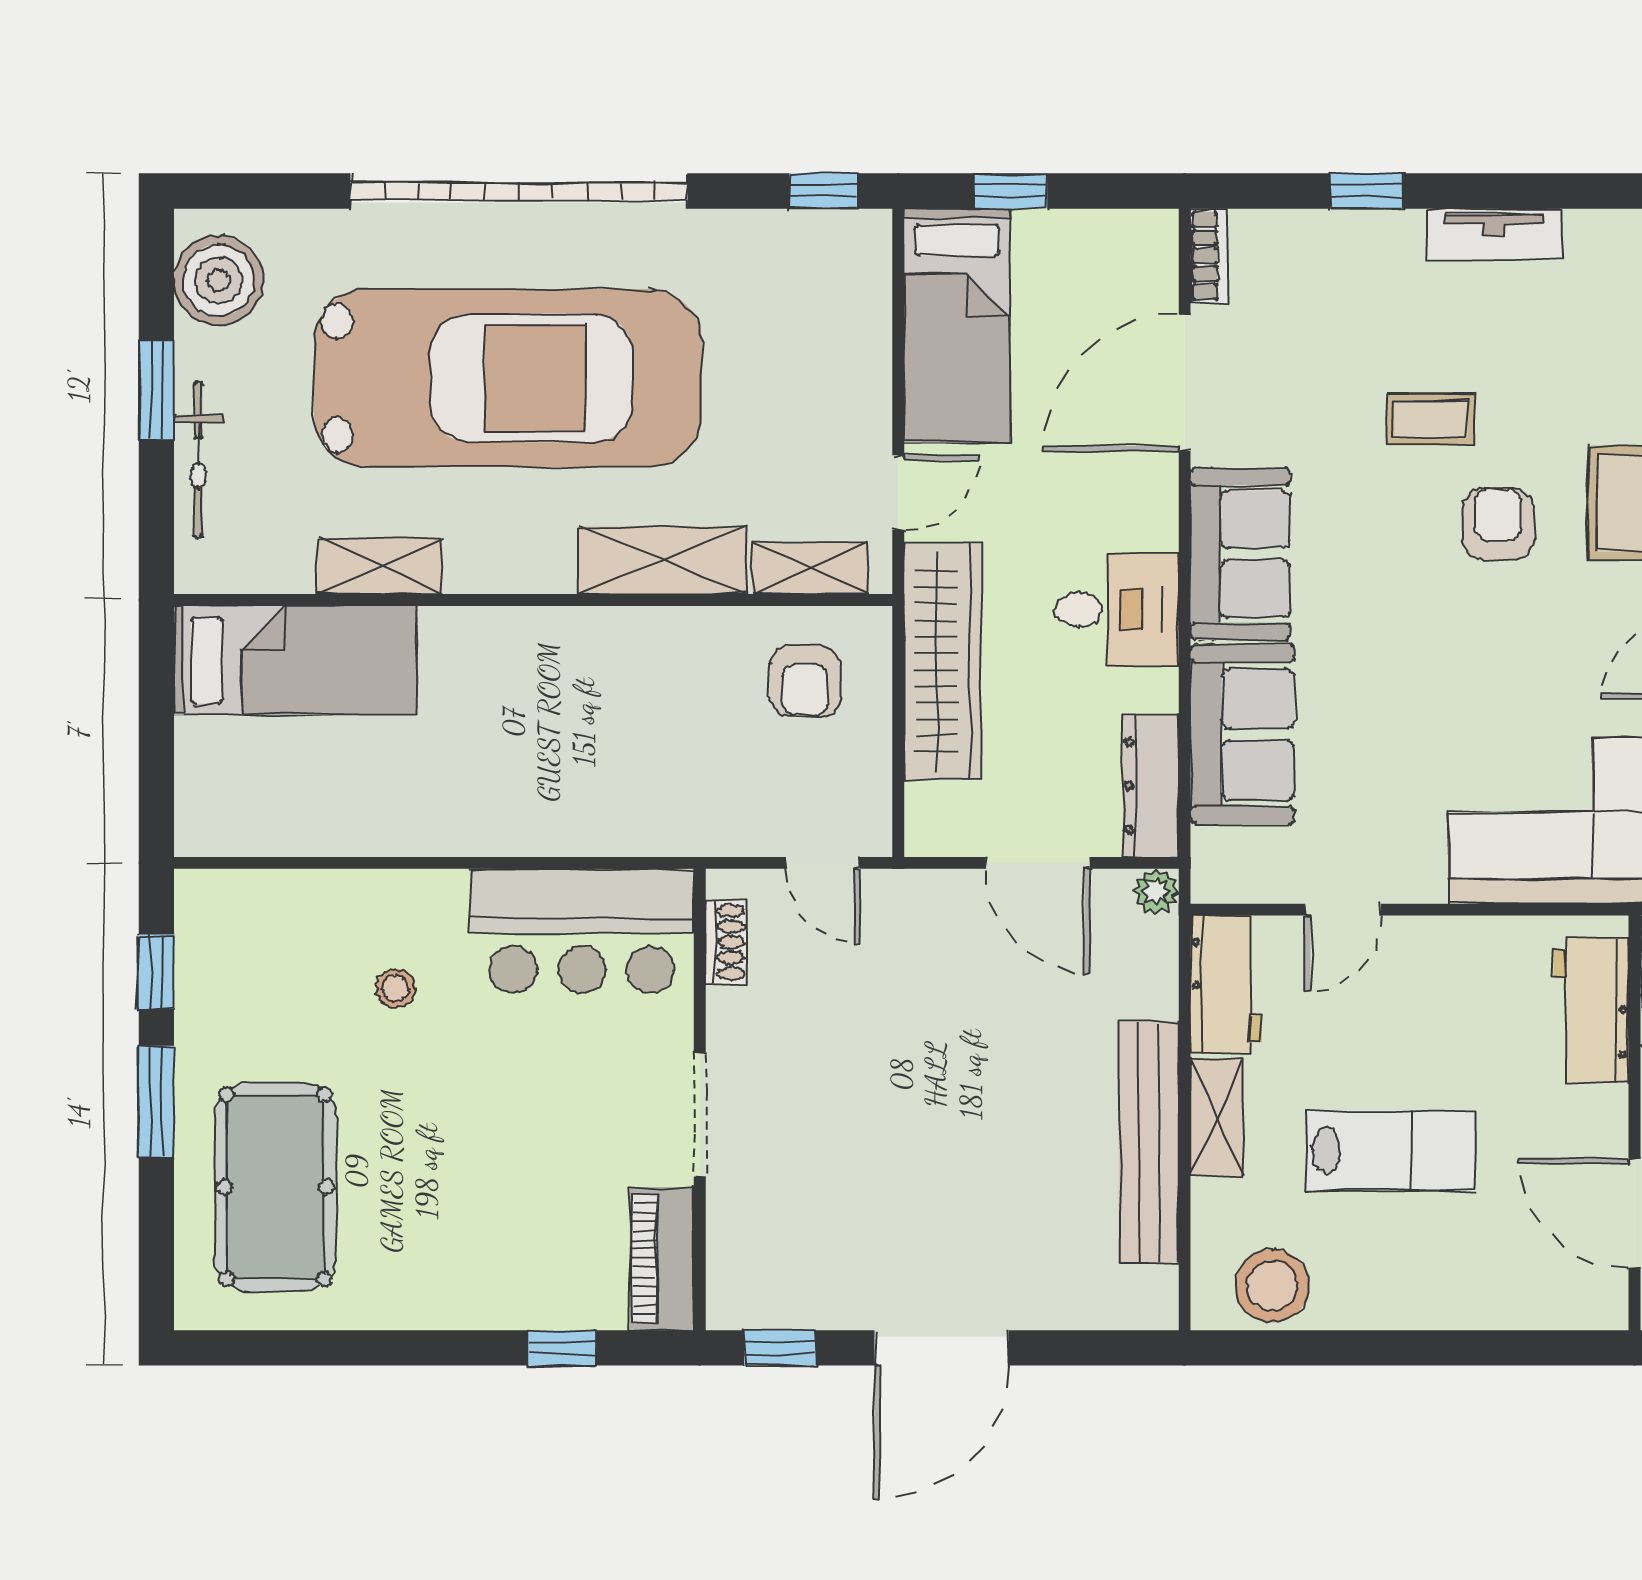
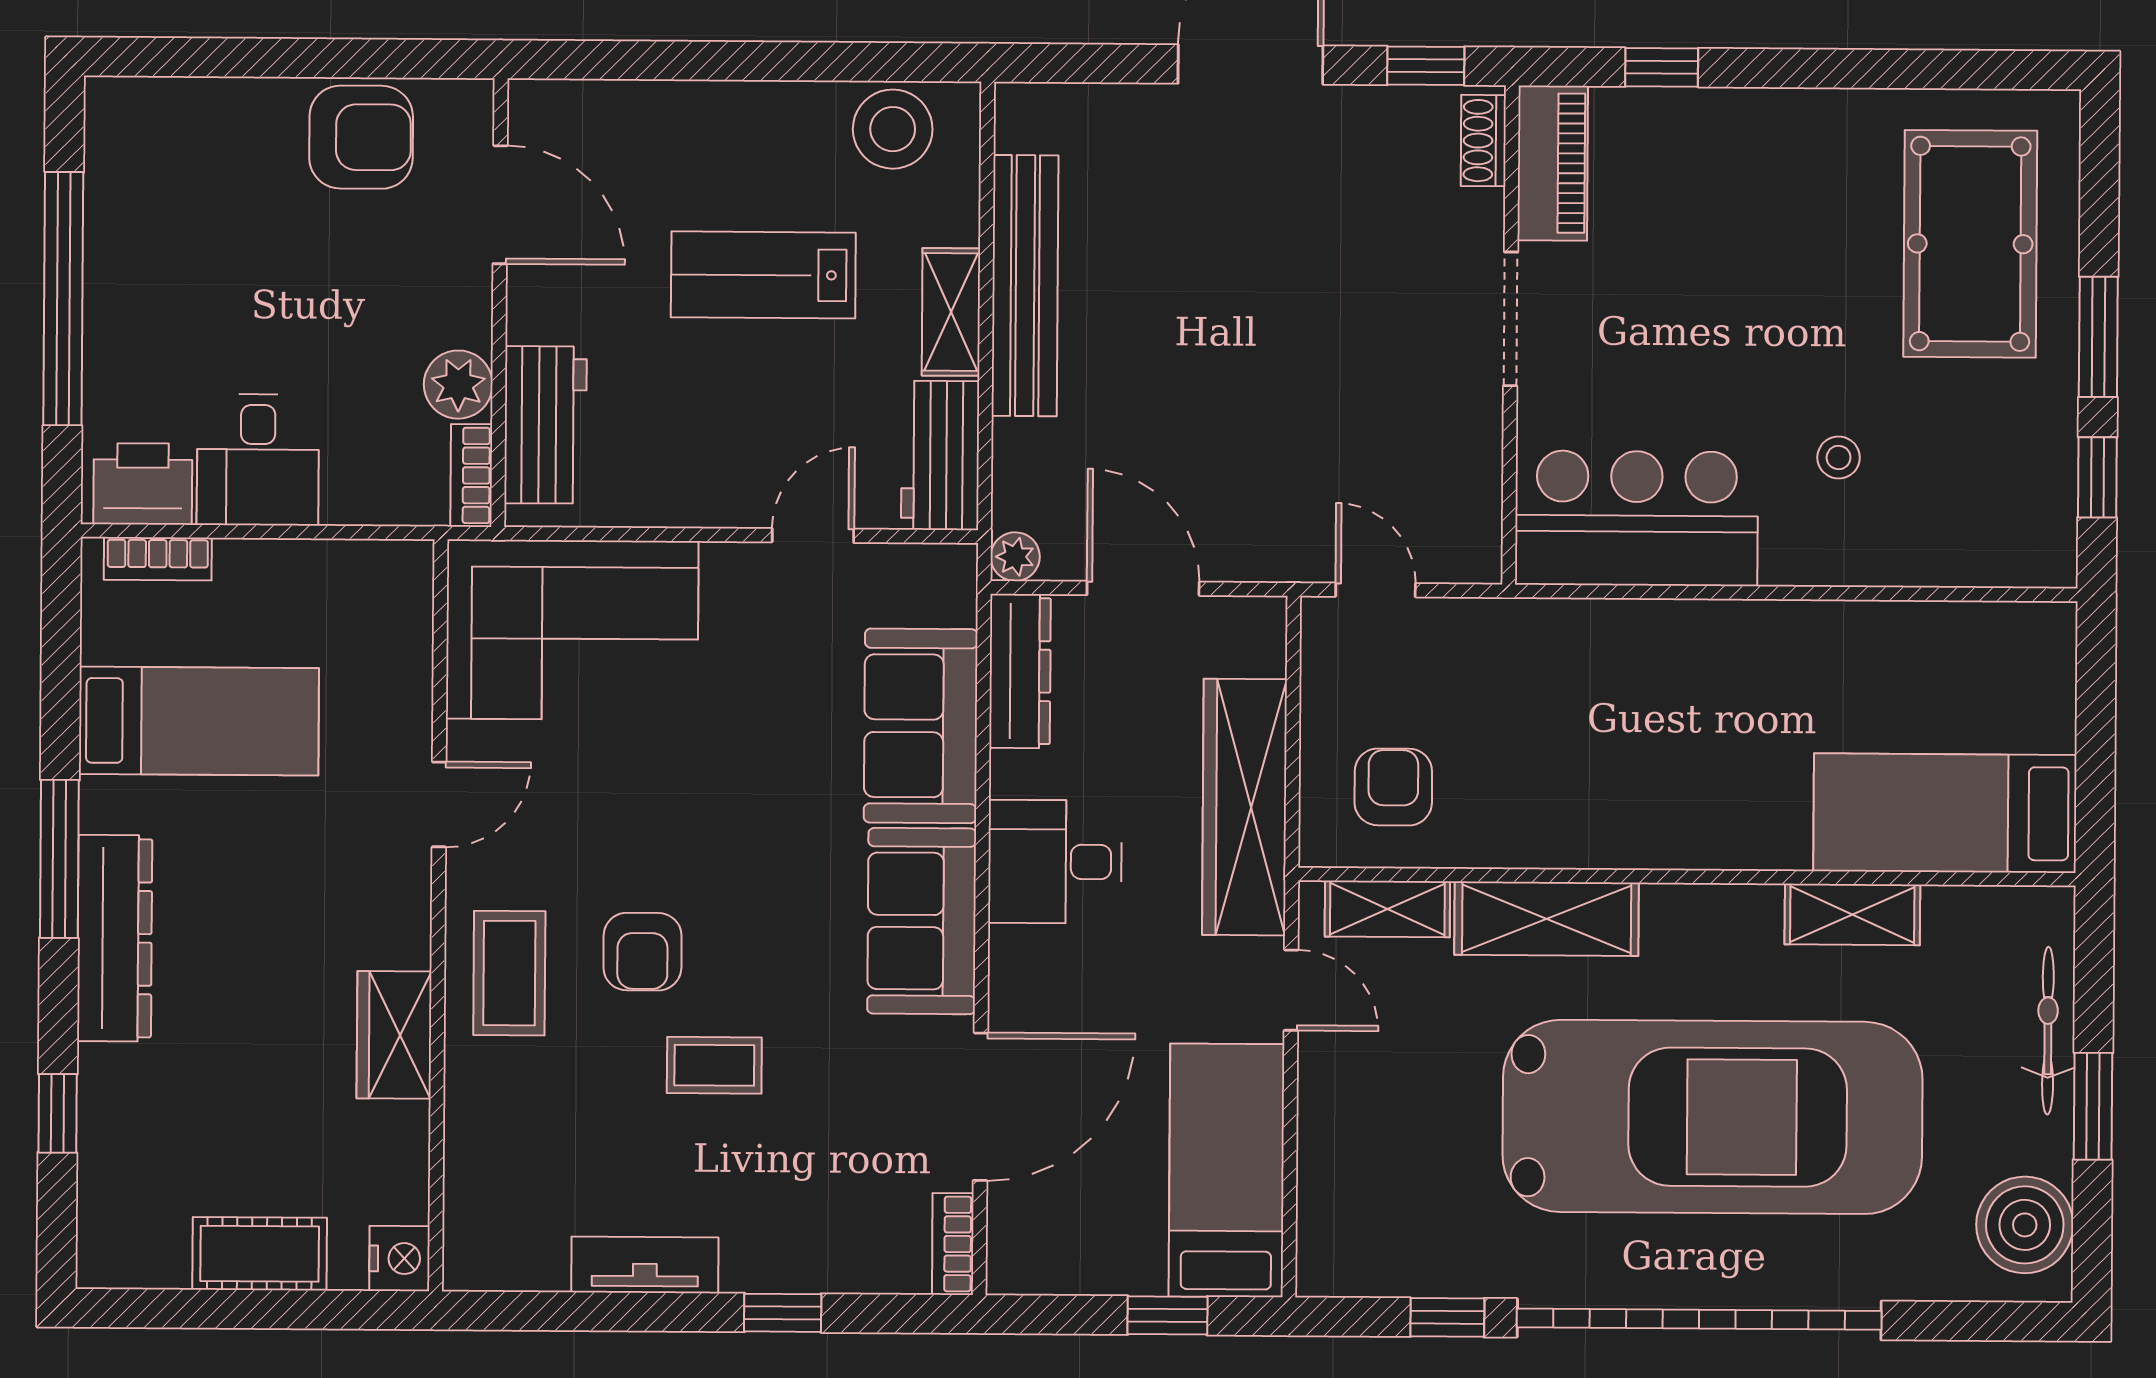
window: (823, 191) -> (1447, 1317), moved
car: (508, 378) -> (1712, 1117), turned 180
door: (898, 492) -> (1291, 990), swing flipped
shoe rack: (726, 942) -> (1483, 141), moved

